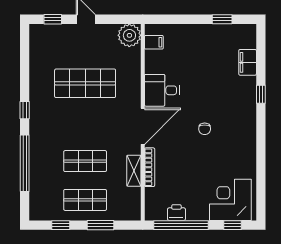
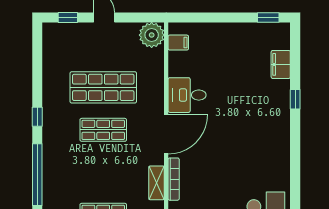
window: (222, 19) -> (268, 17), moved
chair: (205, 129) -> (234, 137), removed
shop shelf: (85, 161) -> (103, 130), moved

